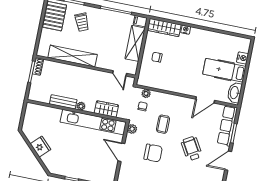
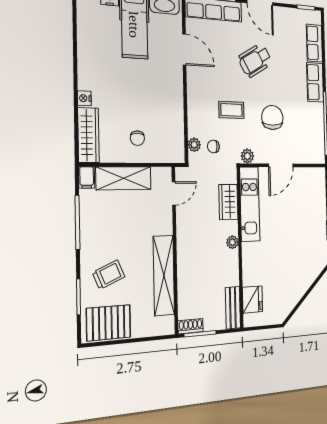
bench: (63, 102) -> (233, 308), moved
kitchen unit: (93, 122) -> (250, 204), width x0.73
fridge: (41, 147) -> (252, 299), moved, turned 135

